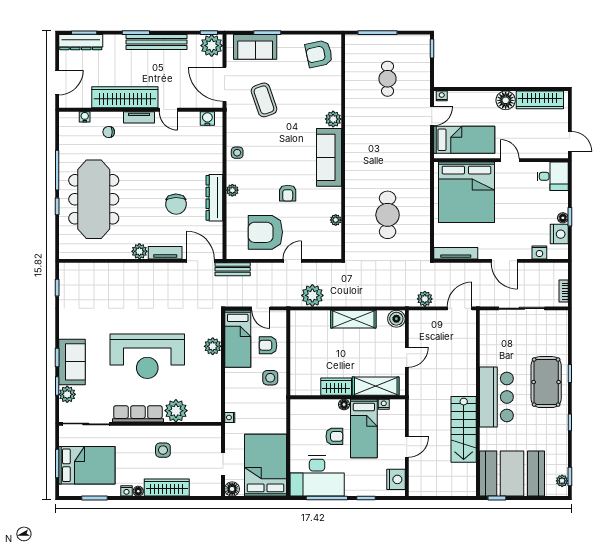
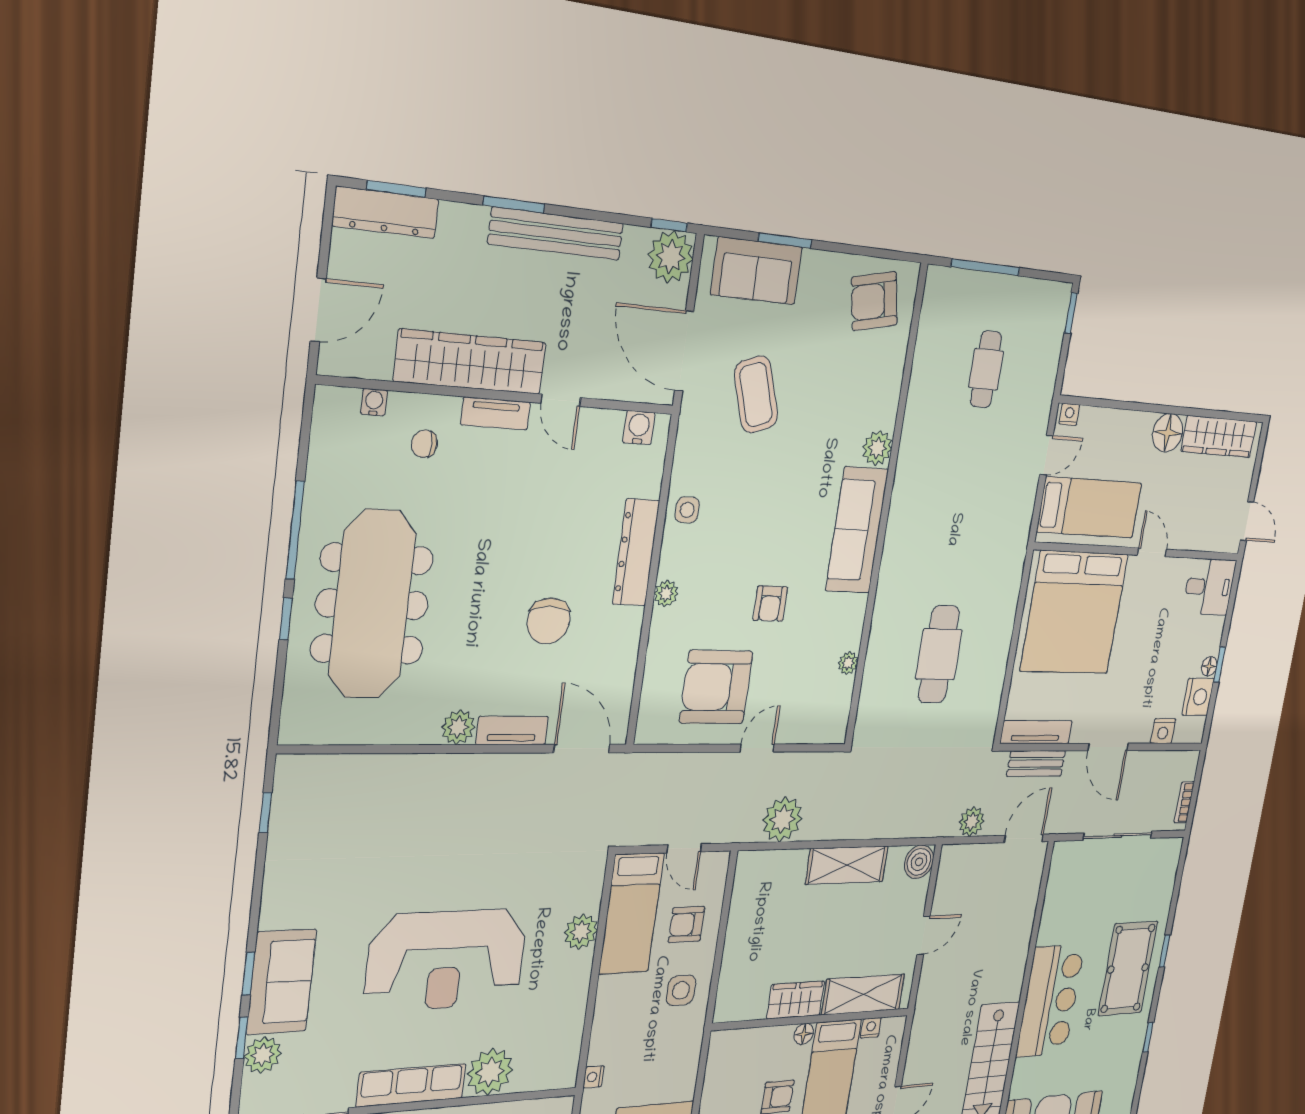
dresser: (214, 198) -> (636, 552), moved
bench: (233, 269) -> (1036, 764), moved

